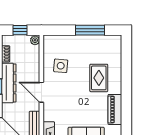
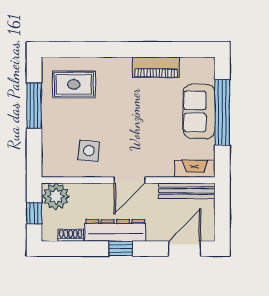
plant: (35, 40) -> (56, 196), width x1.88, depth x1.88
rug: (99, 78) -> (74, 84), moved

